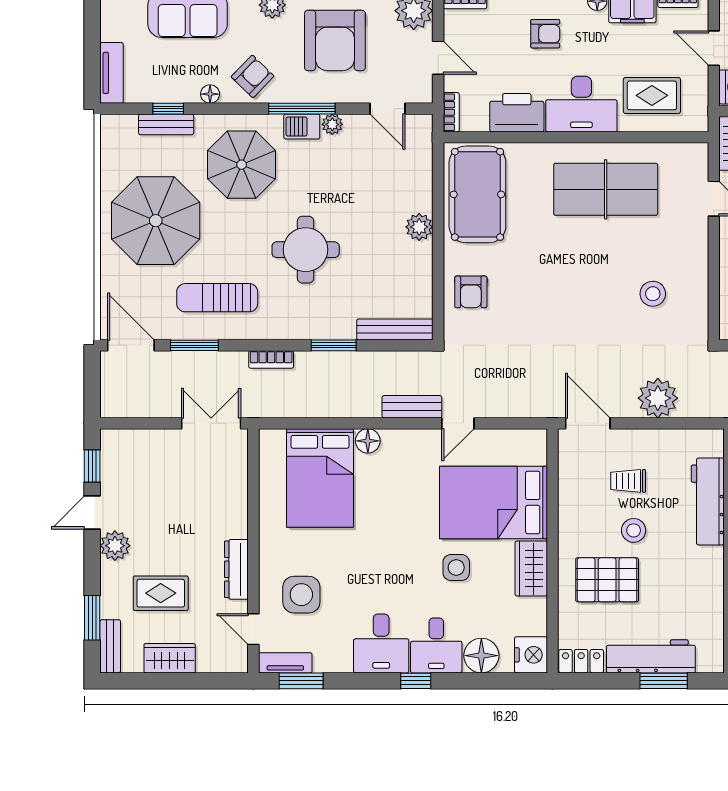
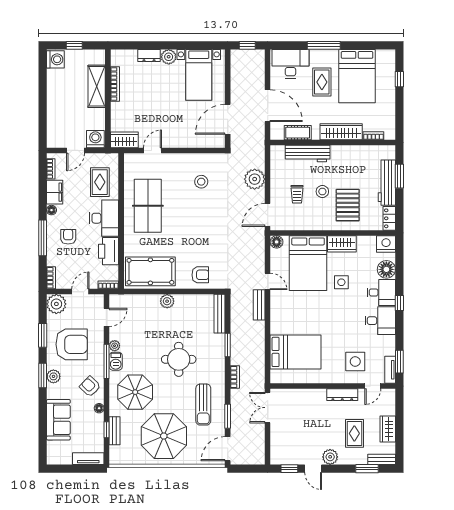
floor lamp: (368, 441) -> (277, 242), moved

